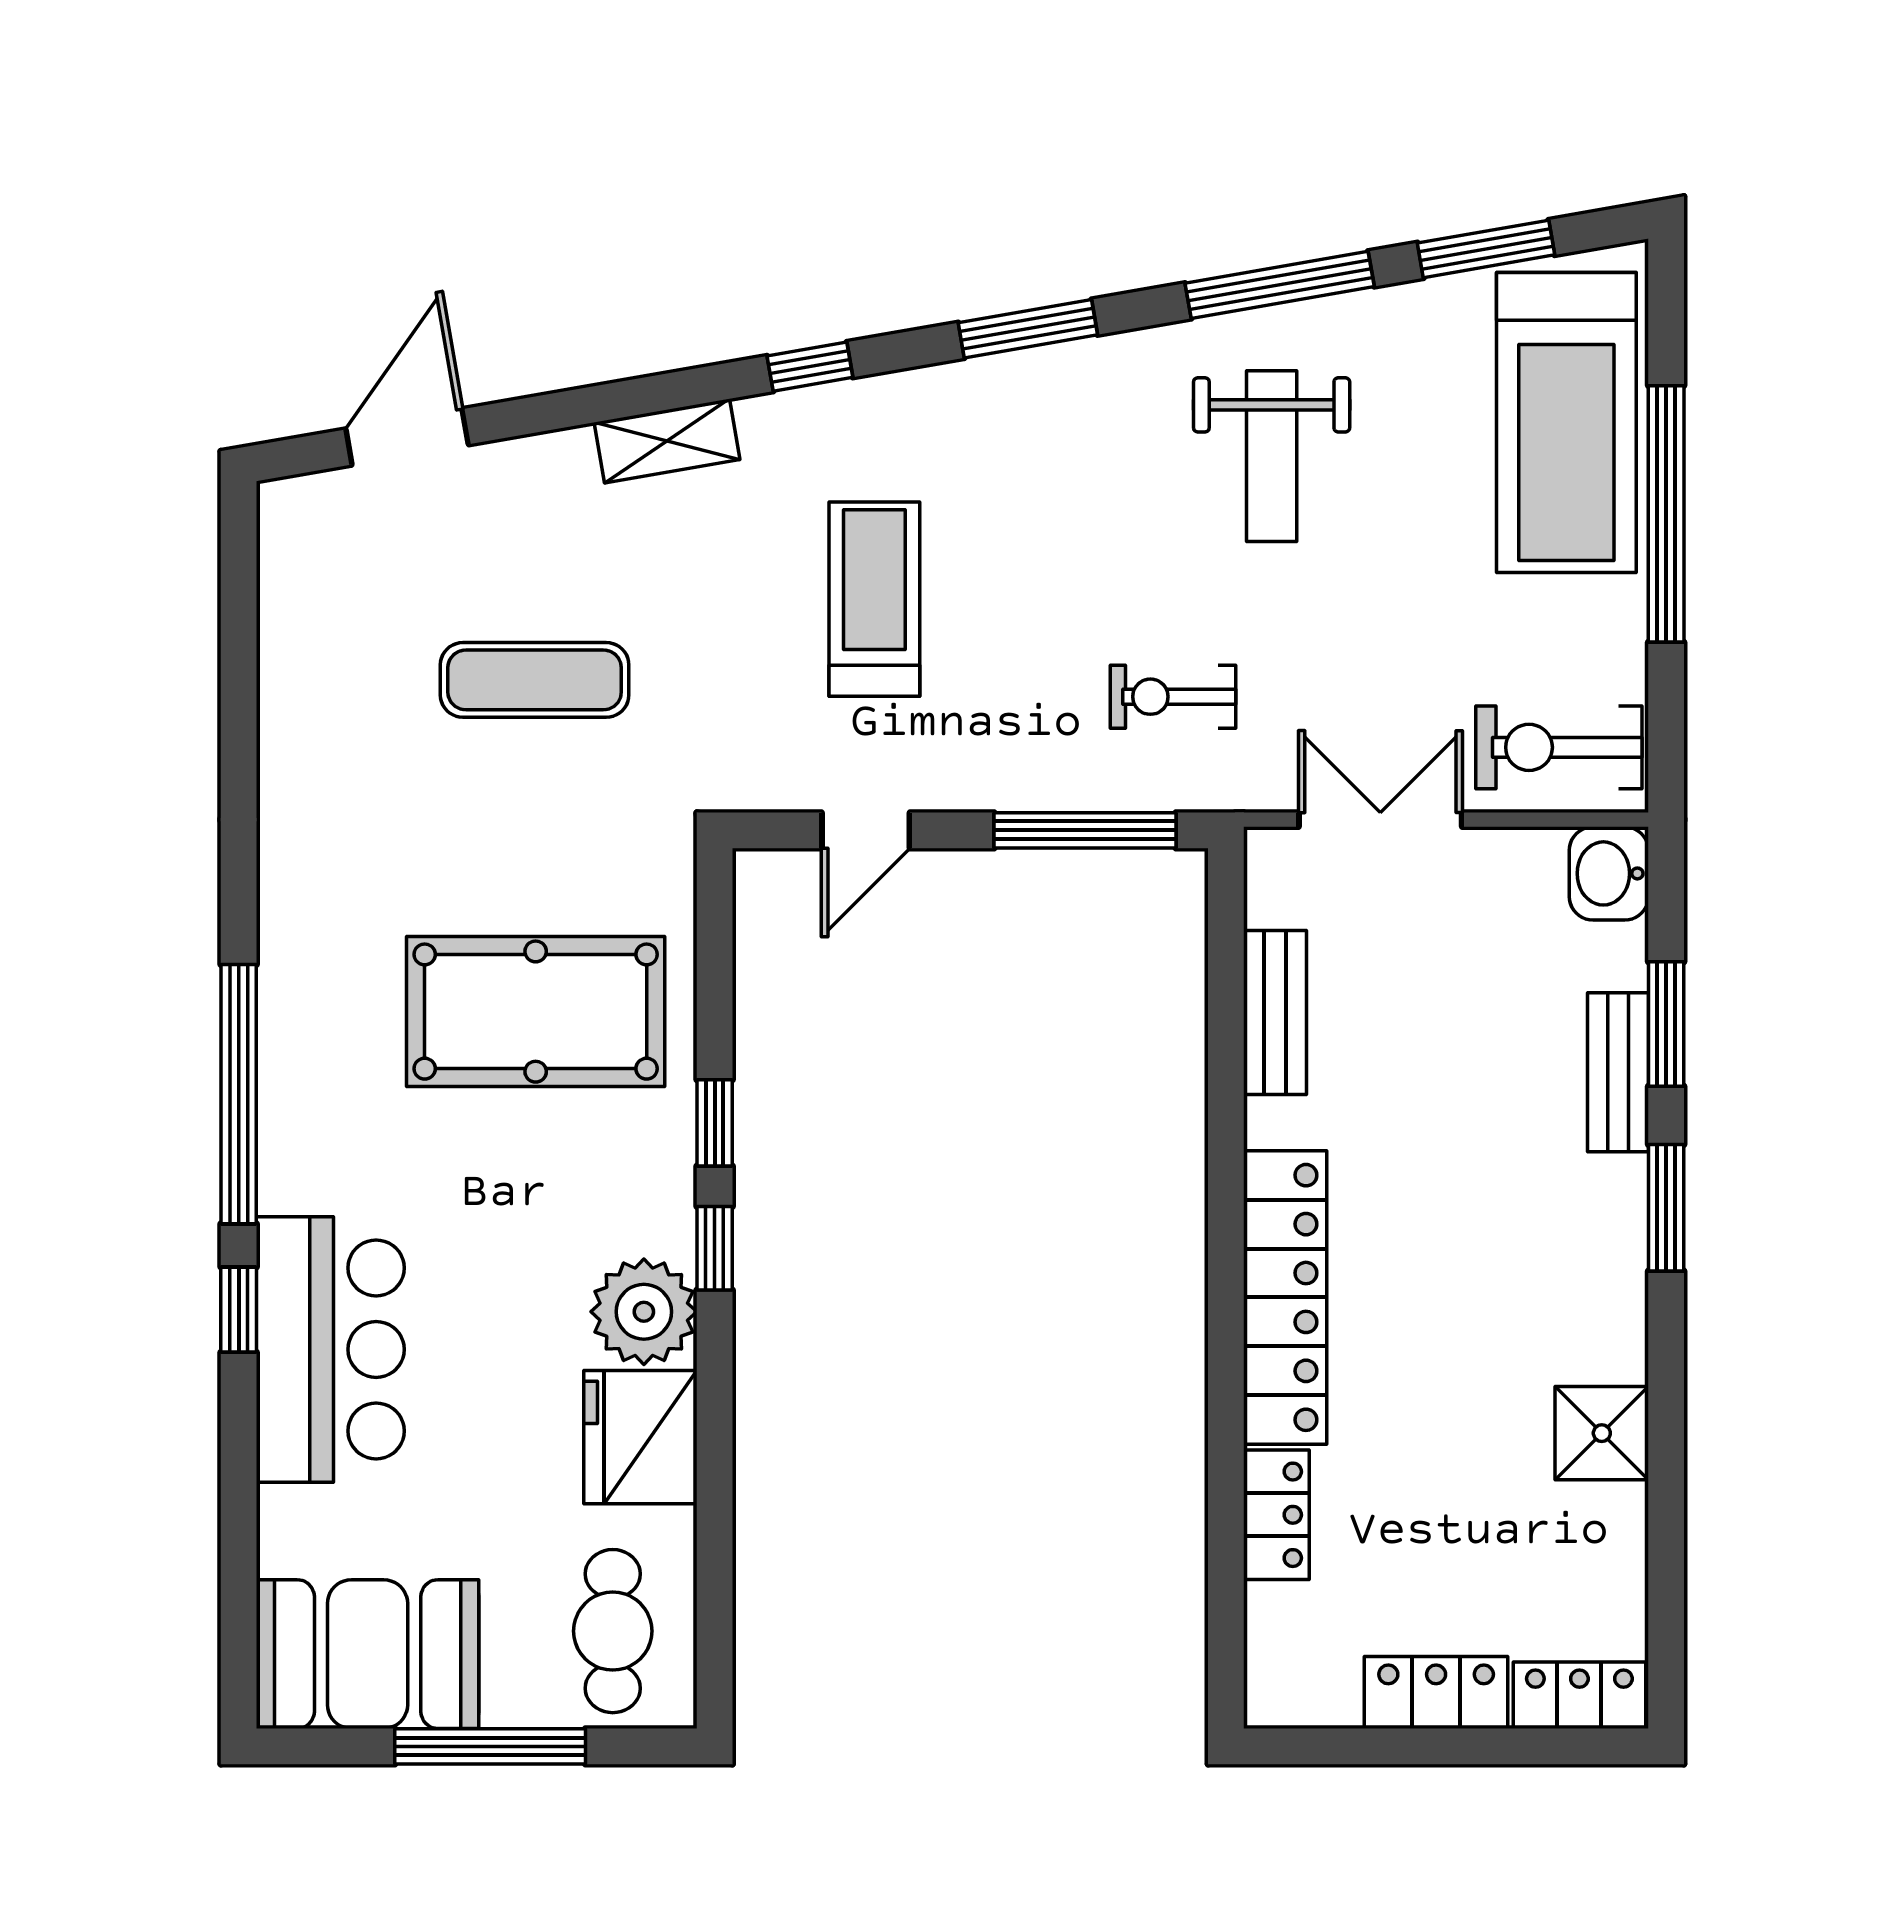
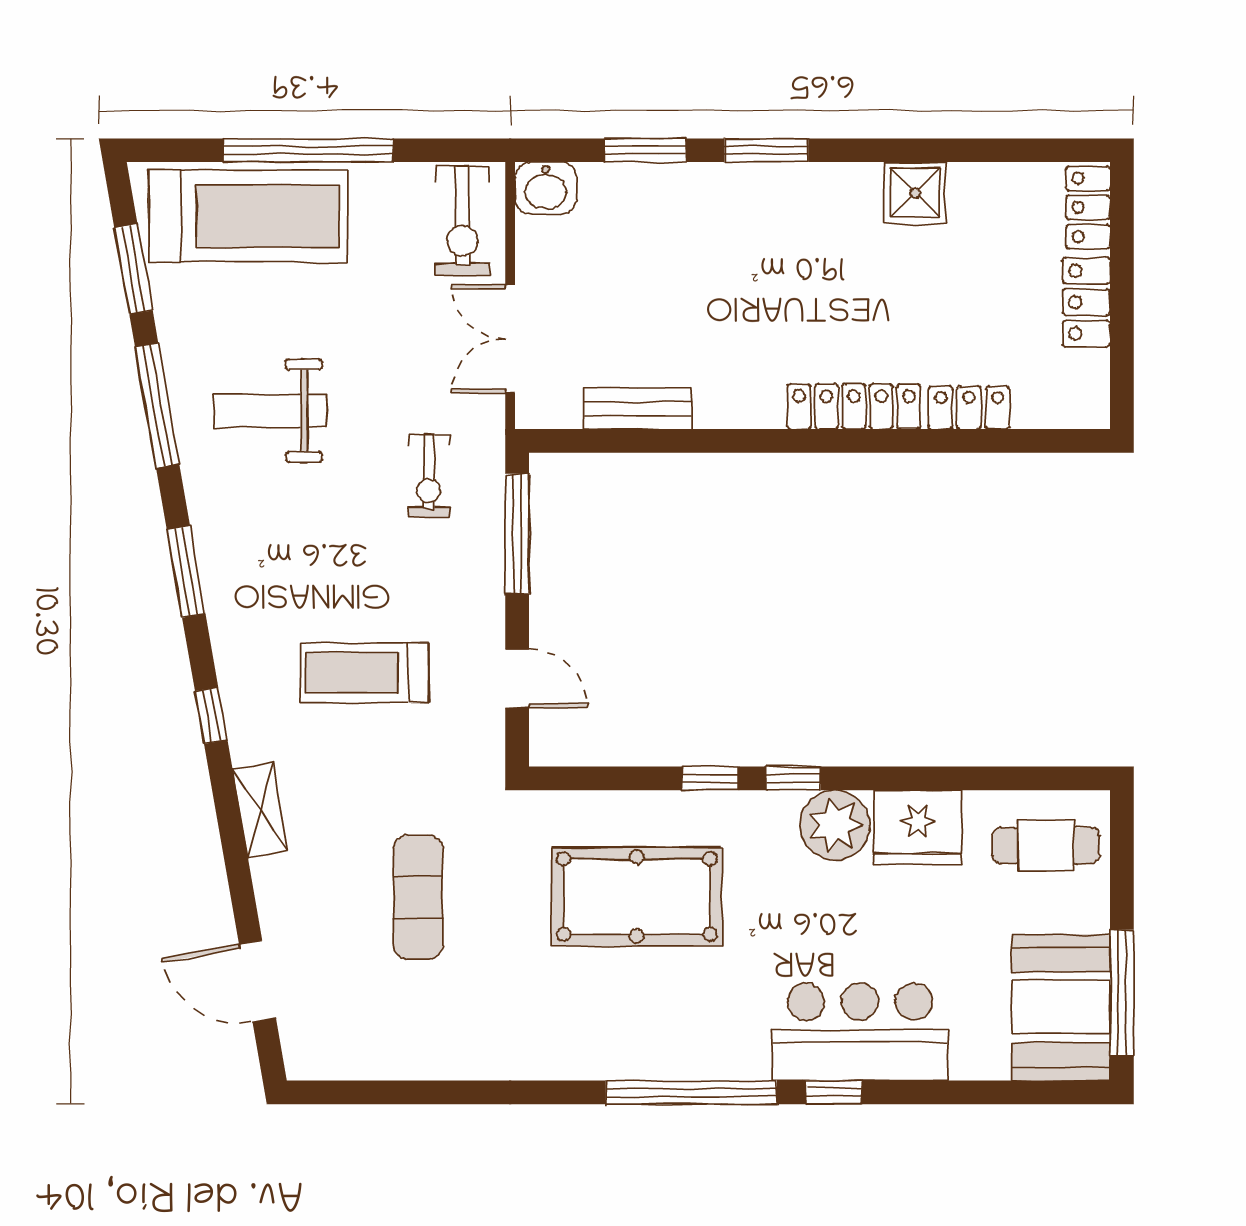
weight bench: (1272, 456) -> (270, 411), turned 180
pool table: (536, 1012) -> (637, 896), turned 90
bench: (1618, 1072) -> (677, 182), removed
locker: (1285, 1297) -> (854, 406), width x0.71, depth x0.83
window: (490, 1746) -> (1122, 993), moved

